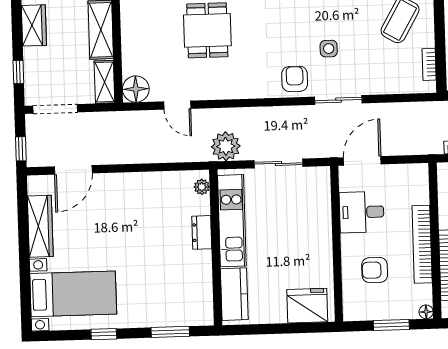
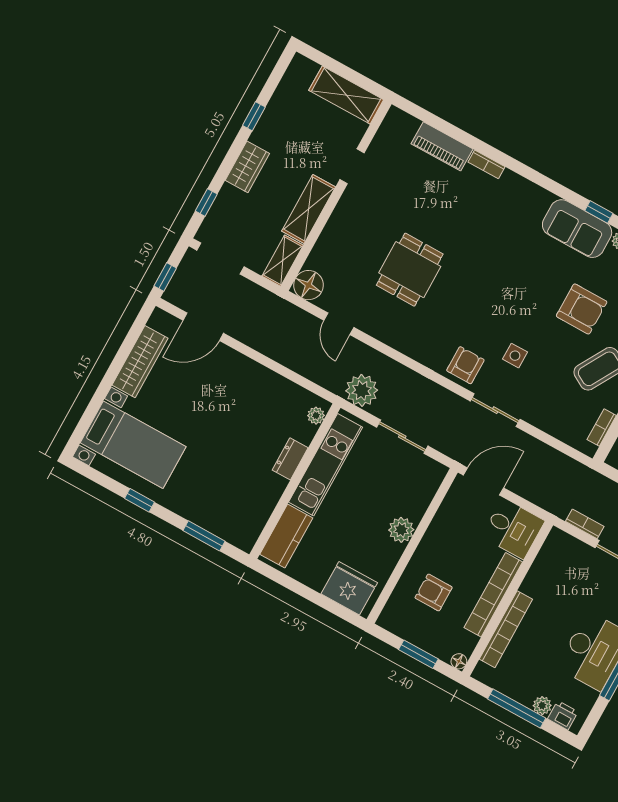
desk: (362, 212) -> (513, 529), moved, turned 180
plant: (321, 236) -> (401, 530), added

